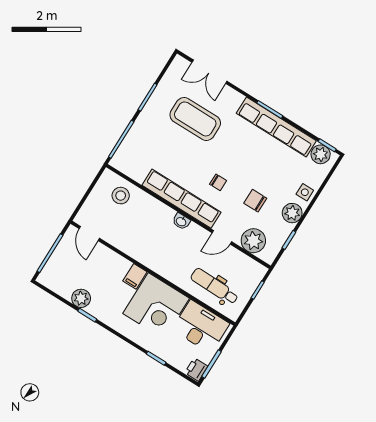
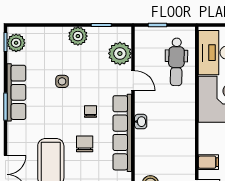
row of seats: (276, 127) -> (16, 92), width x0.73
side table: (305, 192) -> (62, 81), moved
chair: (255, 201) -> (85, 144), moved, turned 180
filing cabinet: (135, 276) -> (208, 162), moved

